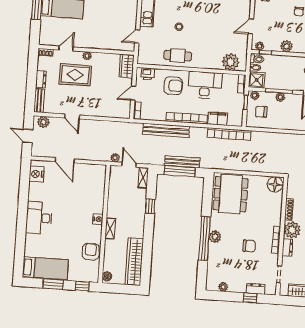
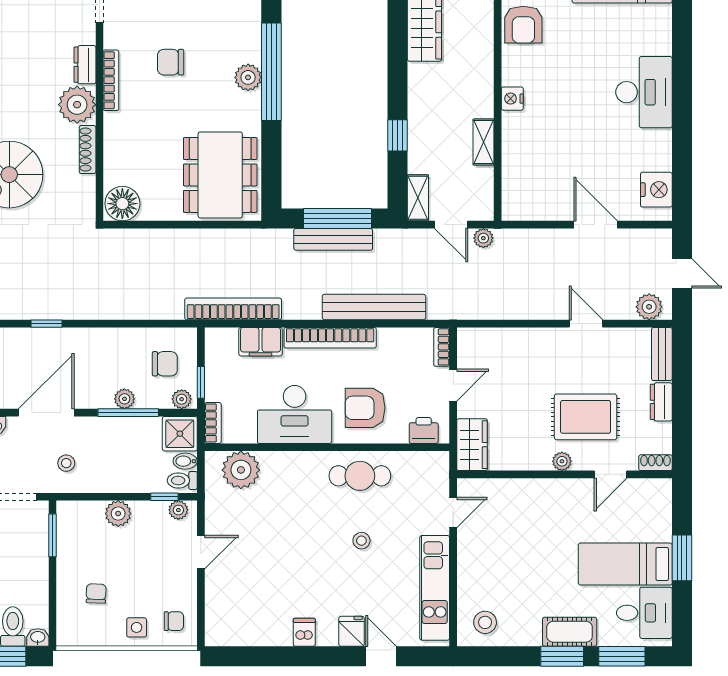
shelving: (110, 229) -> (484, 142), moved

